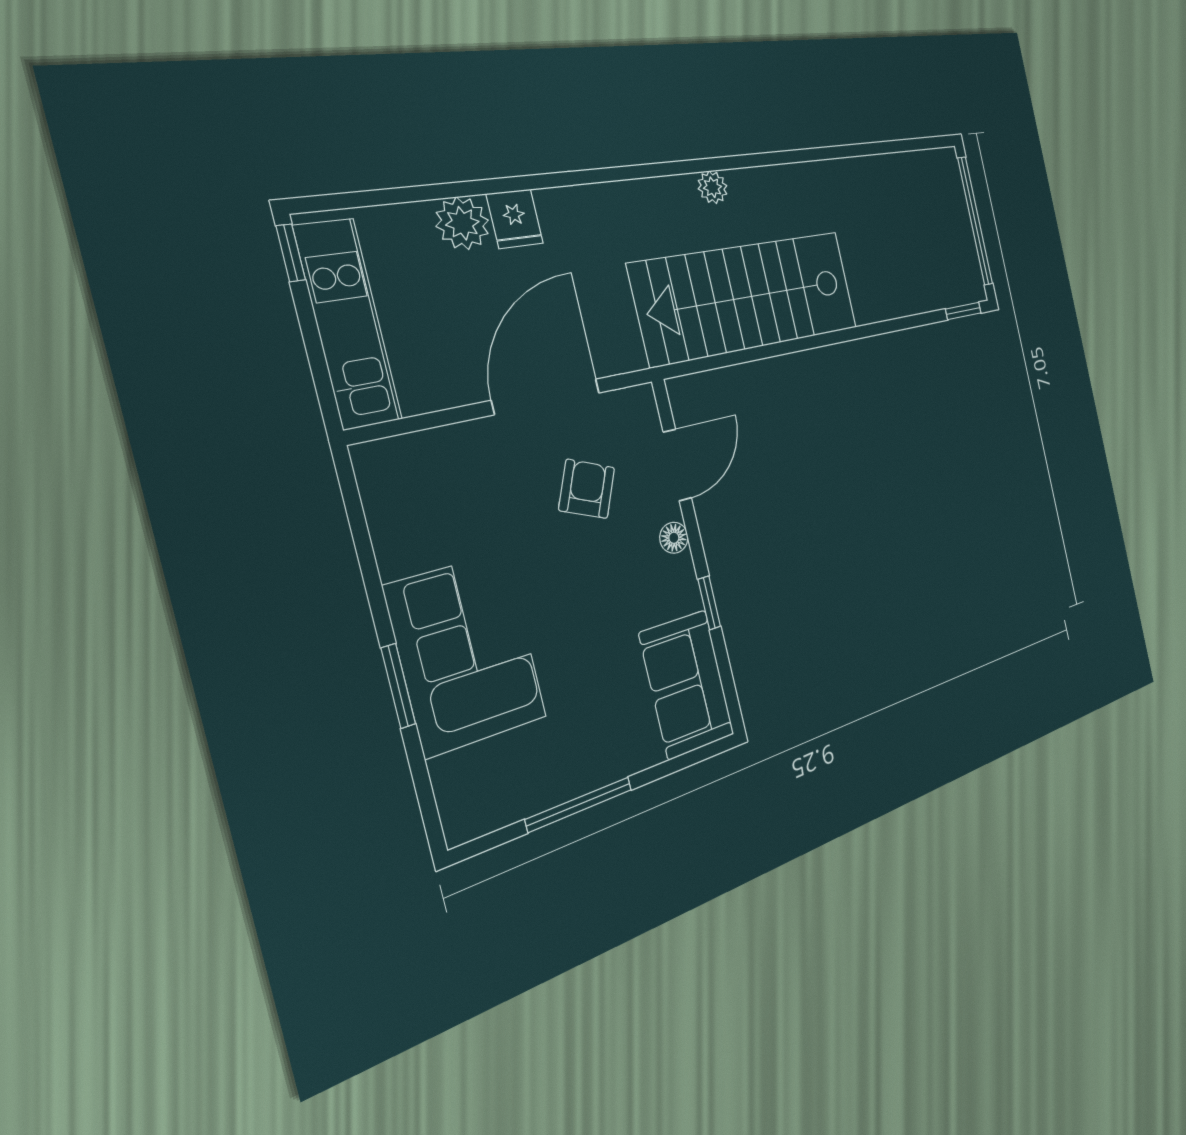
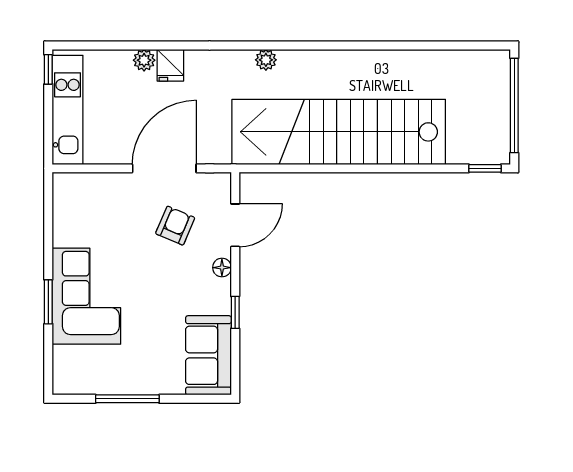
plant: (713, 187) -> (266, 60), moved
plant: (462, 223) -> (144, 60), width x0.73, depth x0.73
stairs: (747, 297) -> (339, 132), width x1.36

